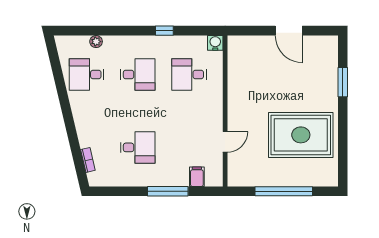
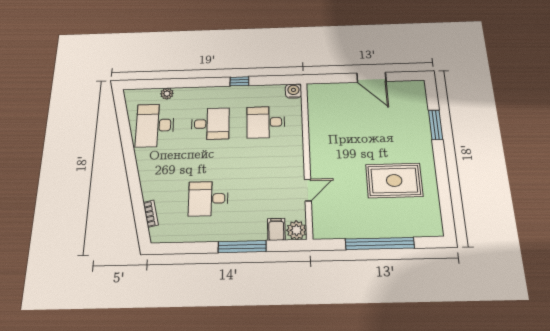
desk: (87, 74) -> (155, 125), width x1.37
rug: (301, 135) -> (394, 180), width x0.73, depth x0.69
desk: (138, 147) -> (208, 199), turned 180
plant: (214, 178) -> (296, 230), added

